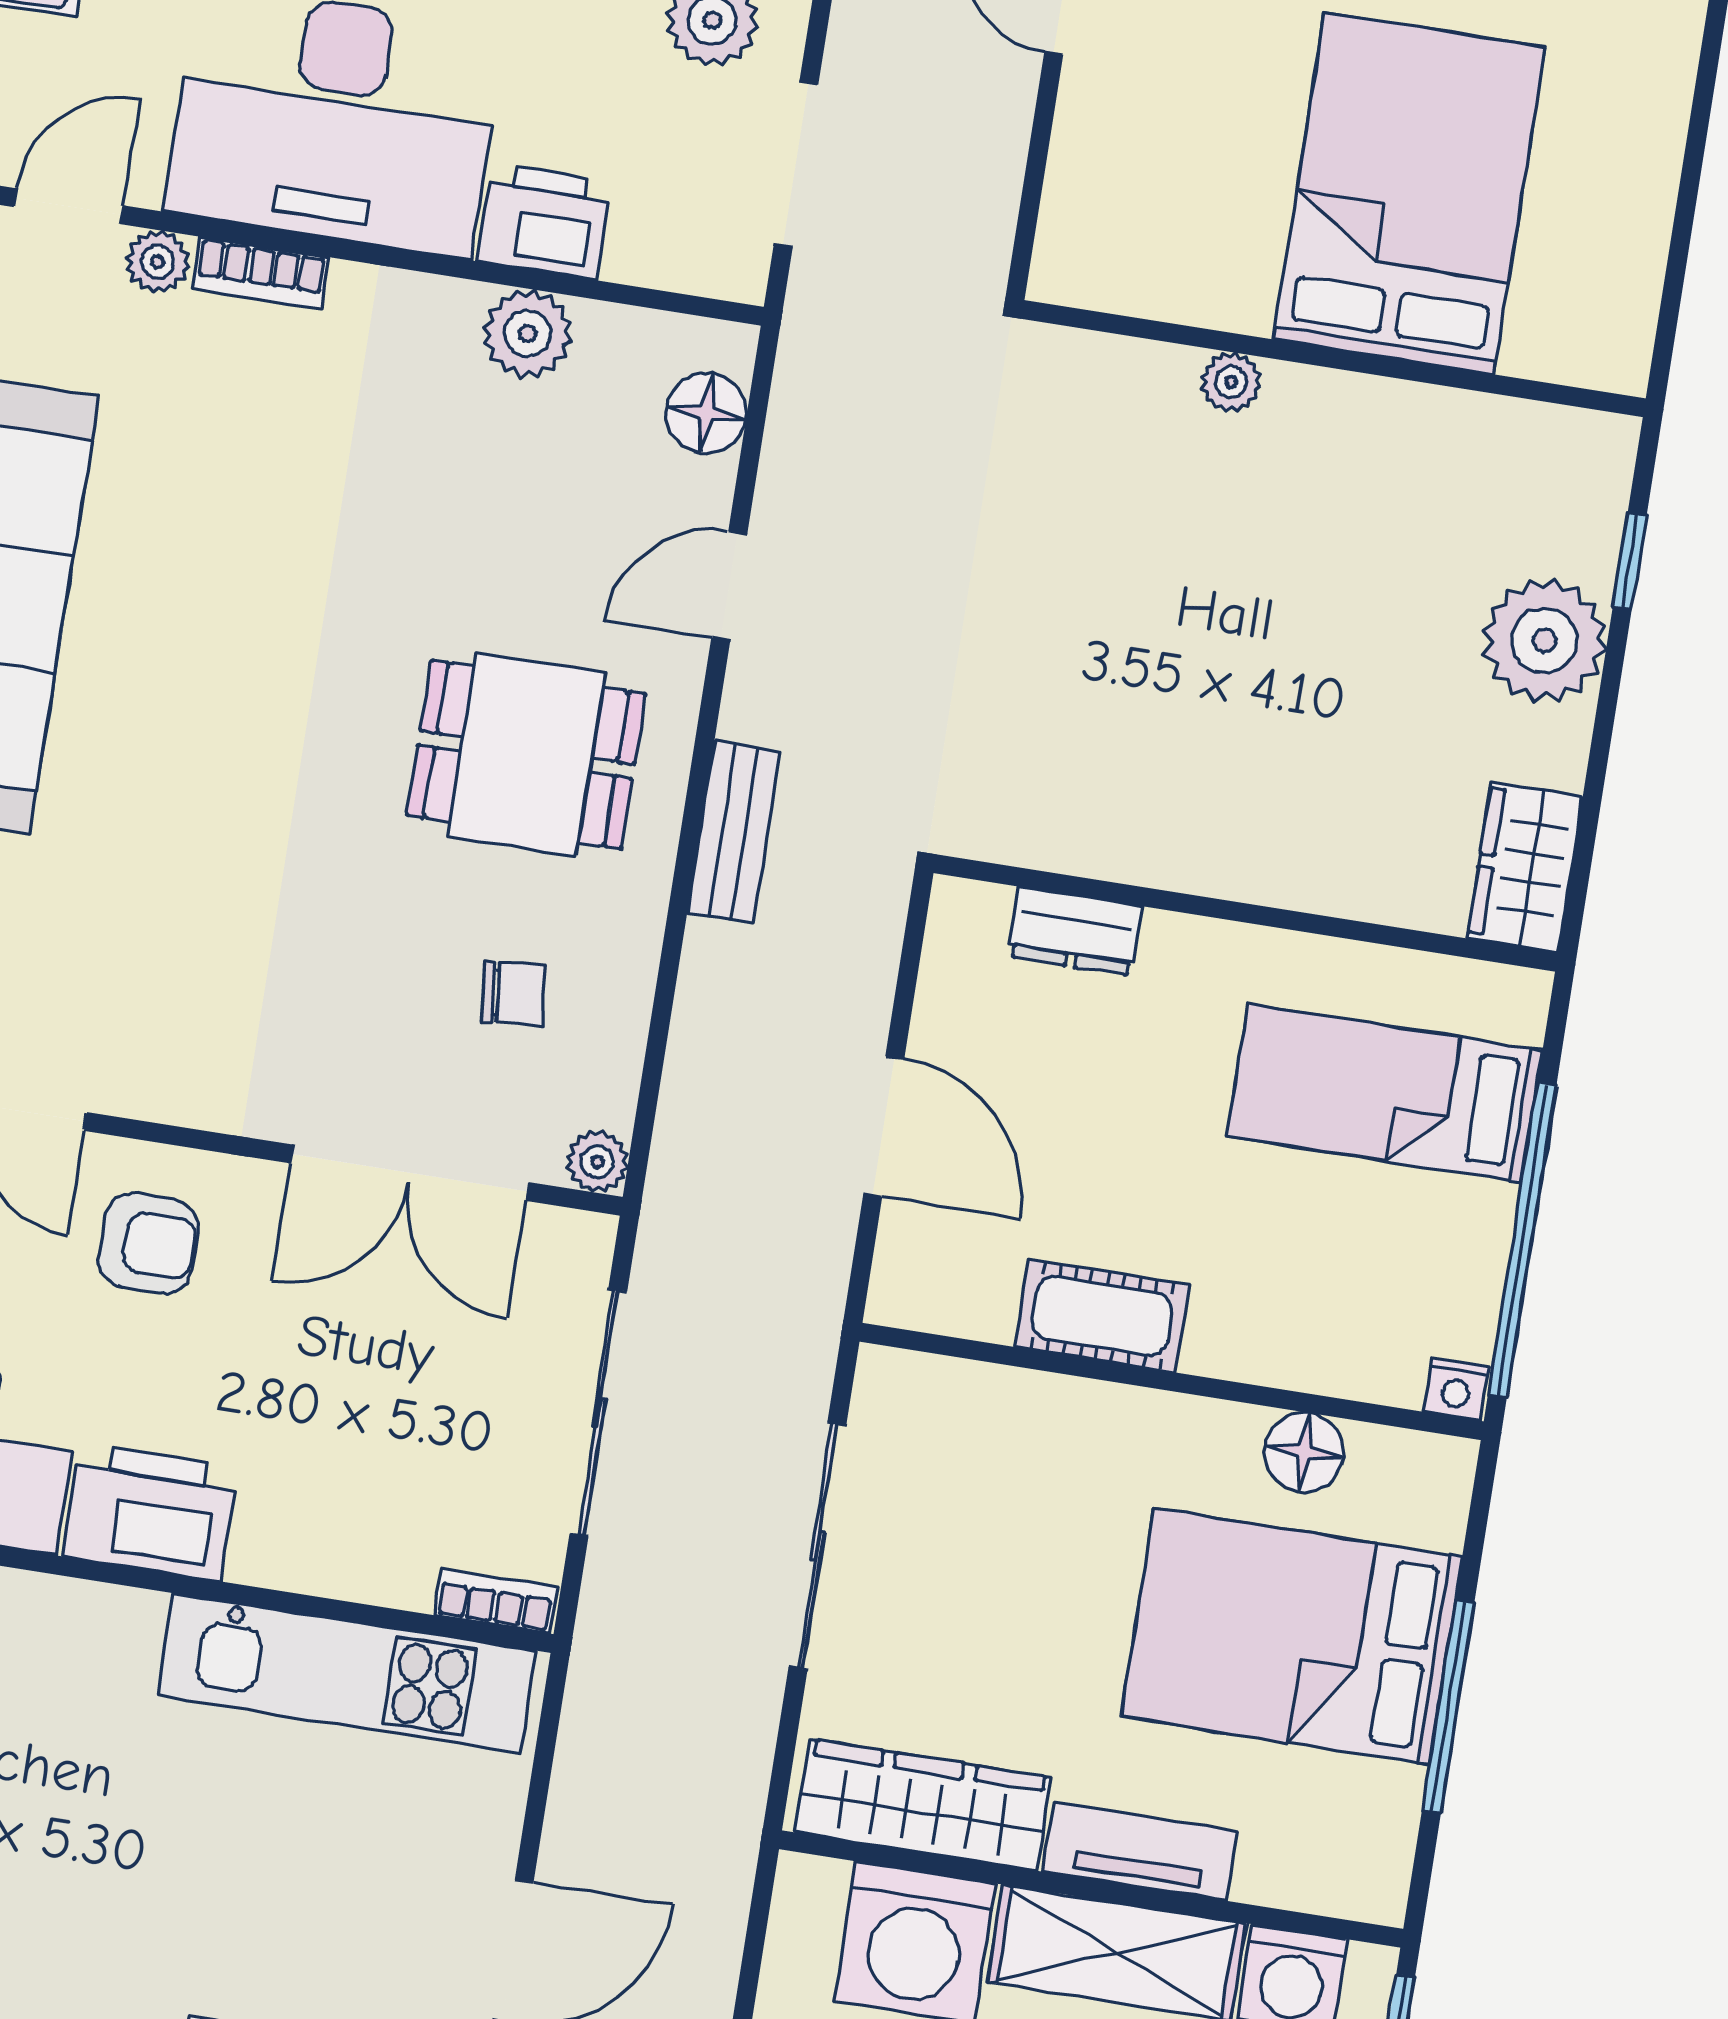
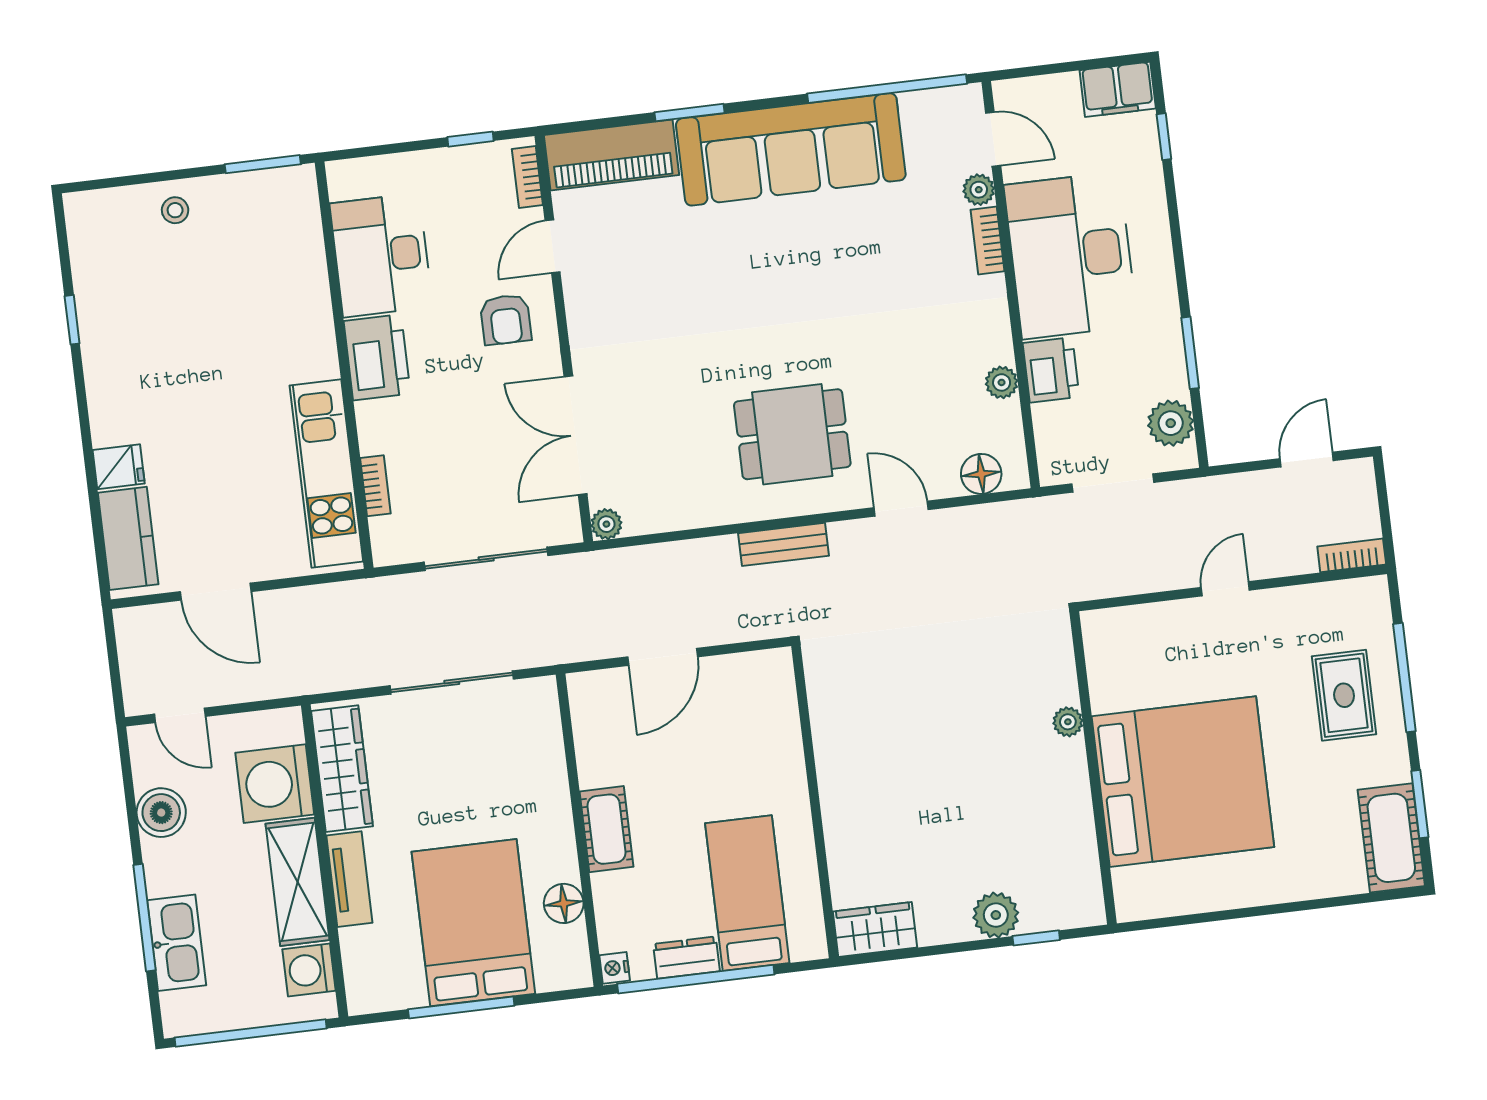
bed: (1409, 193) -> (1183, 782), width x1.36
plant: (527, 334) -> (1002, 382), width x0.73, depth x0.73
plant: (1544, 640) -> (996, 915), width x0.73, depth x0.73
dining table: (526, 755) -> (792, 434), turned 90
dresser: (1075, 931) -> (686, 958), moved, turned 90
chair: (514, 993) -> (676, 461), removed
cot: (1102, 1316) -> (606, 829), moved
bookcase: (496, 1601) -> (375, 486), moved

